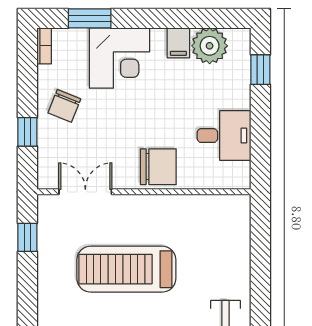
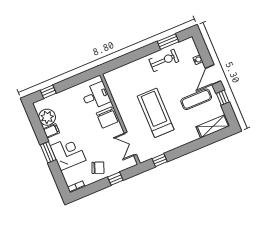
window: (90, 18) -> (48, 152), moved
desk: (224, 136) -> (96, 96), moved, turned 90
chair: (158, 167) -> (107, 118), turned 180
treadmill: (126, 269) -> (156, 113), turned 180

